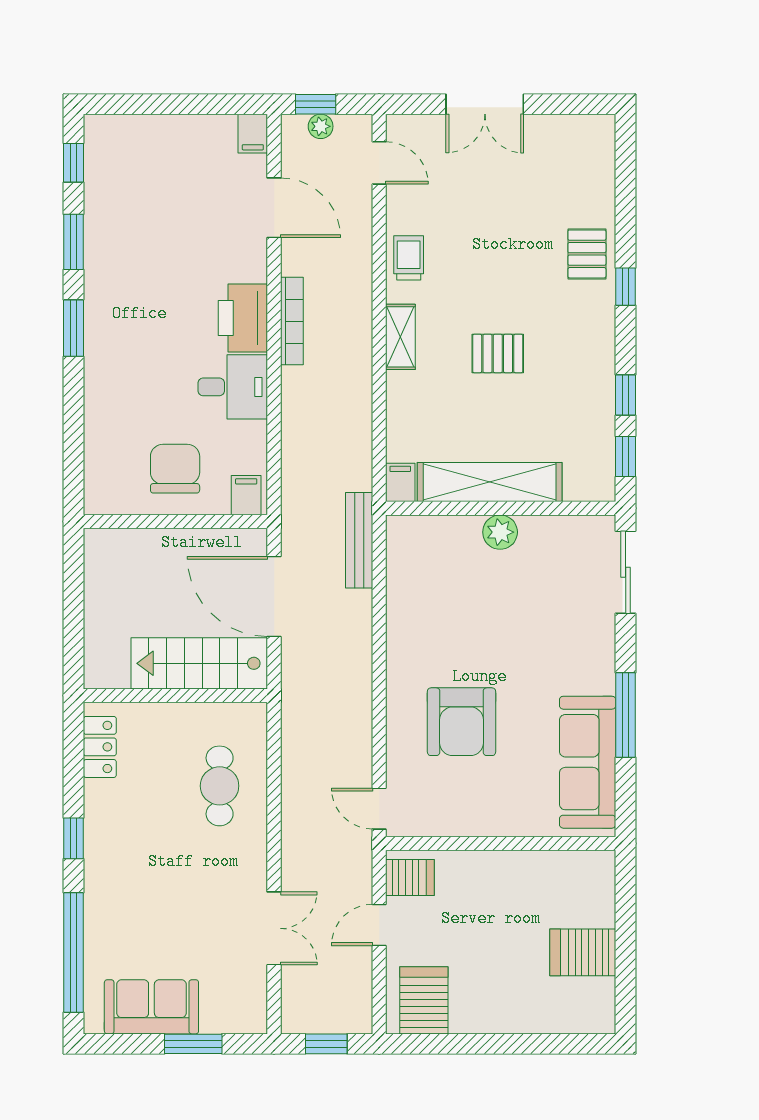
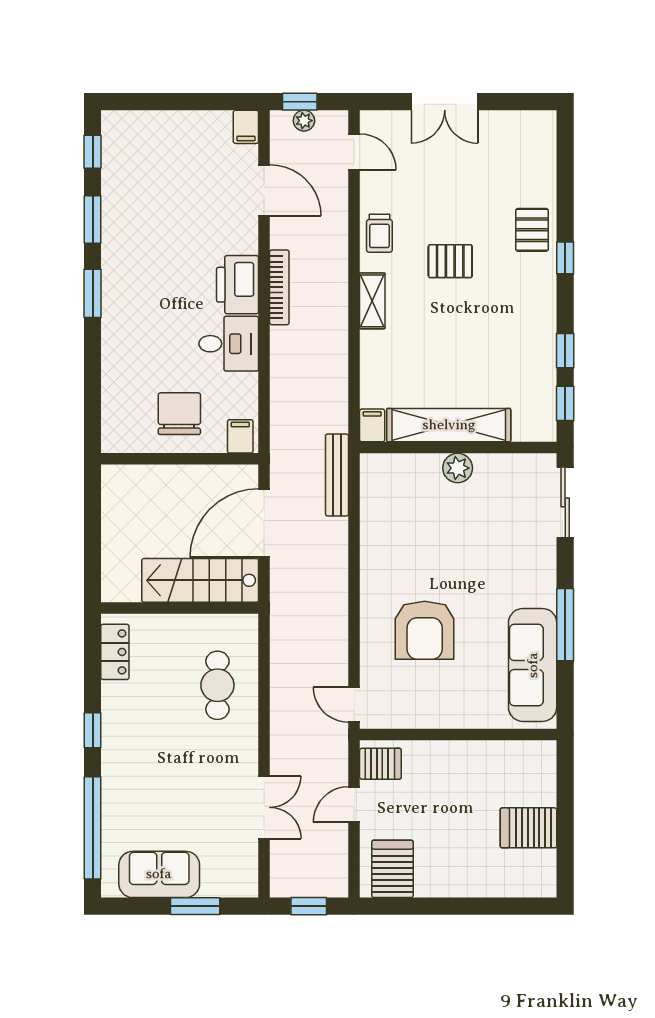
trolley: (409, 258) -> (379, 233), turned 180
pallet: (498, 353) -> (450, 261), moved
door: (274, 597) -> (264, 523), hinge flipped

